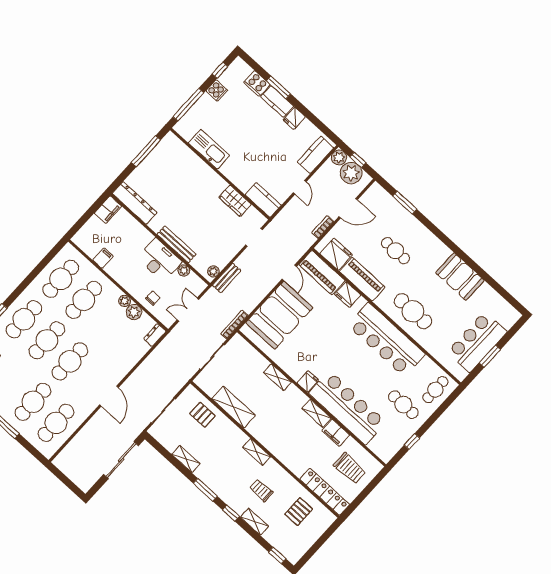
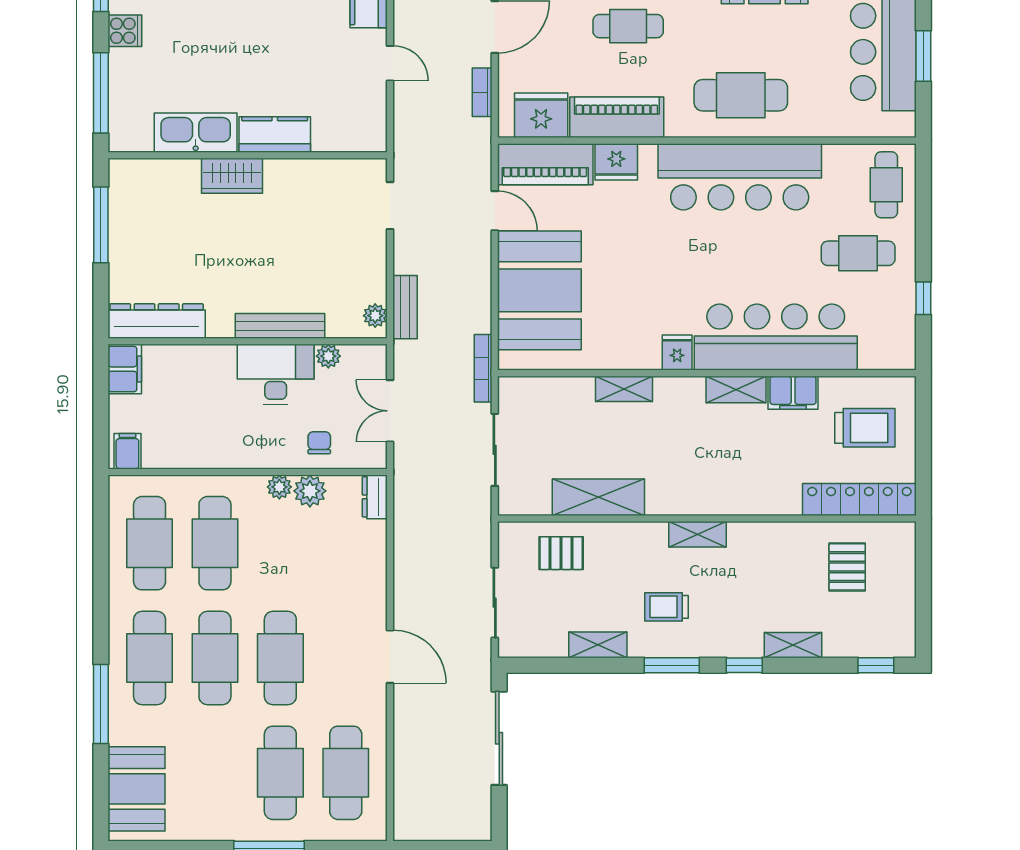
kitchen counter: (263, 200) -> (275, 134), moved
wardrobe: (235, 201) -> (232, 176), moved
filing cabinet: (103, 258) -> (127, 451), moved
trolley: (261, 490) -> (667, 607), moved

